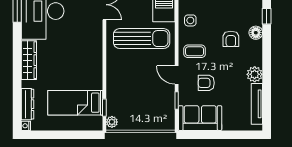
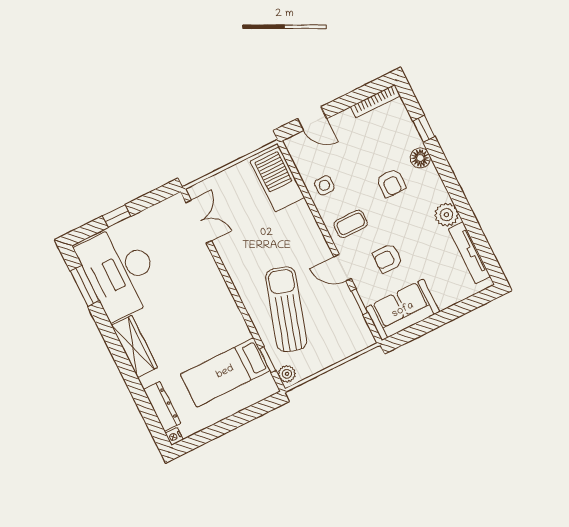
sun lounger: (142, 39) -> (286, 309), moved, turned -73

